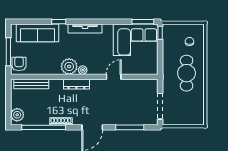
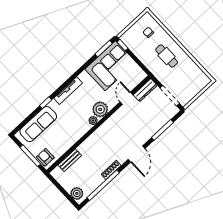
plant: (69, 66) -> (100, 109), moved
cafe table: (187, 73) -> (167, 56), width x0.73, depth x0.74
door: (114, 77) -> (126, 98), moved
bench: (31, 84) -> (70, 160), width x0.73
dresser: (76, 84) -> (145, 90), moved

